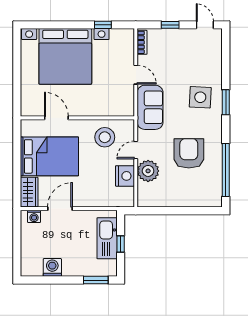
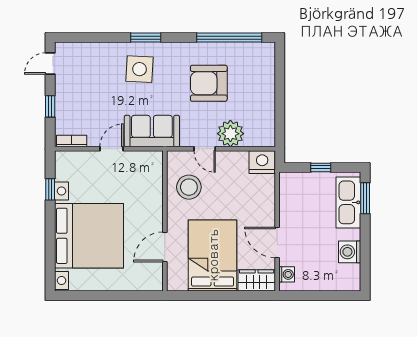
nightstand: (125, 176) -> (262, 162), moved
kitchen sink: (107, 238) -> (348, 202), moved, turned 90

